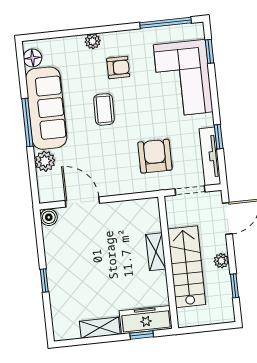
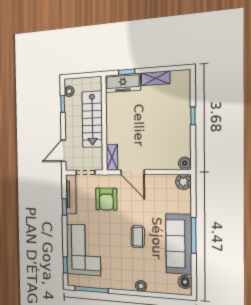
armchair: (118, 68) -> (125, 264), removed
plant: (45, 161) -> (183, 182), moved
door: (82, 202) -> (133, 172), moved
shelving: (156, 252) -> (112, 157), moved
plant: (221, 261) -> (69, 91), moved

